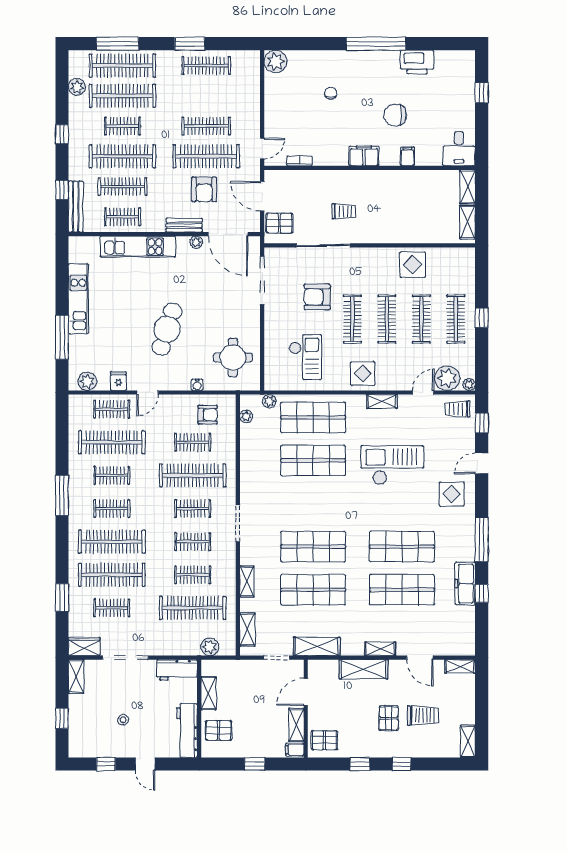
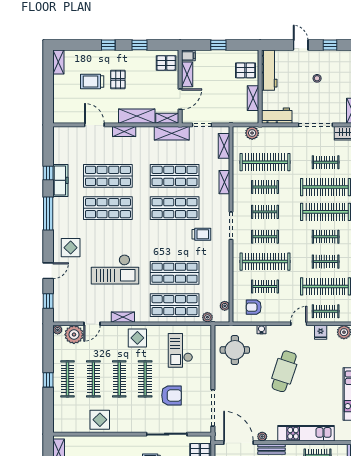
trolley: (457, 409) -> (201, 234), moved
shelving: (460, 666) -> (167, 118), moved

